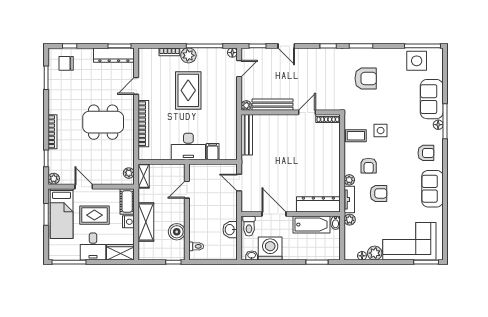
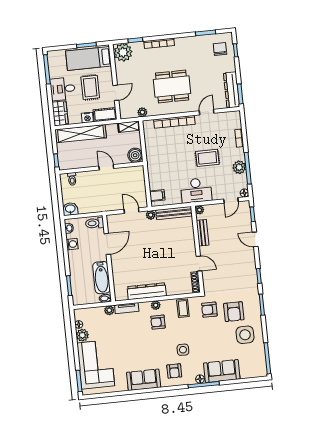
door: (286, 46) -> (255, 239), hinge flipped
plant: (188, 55) -> (239, 167), moved
side table: (417, 61) -> (245, 335), moved
door: (239, 69) -> (231, 200), hinge flipped
door: (136, 86) -> (207, 112), hinge flipped
rug: (188, 90) -> (207, 158), width x0.73, depth x0.70
bench: (273, 105) -> (203, 233), width x0.73
dining table: (103, 122) -> (172, 86), turned 90
side table: (381, 131) -> (183, 350), moved
desk: (188, 146) -> (196, 190), moved, turned -90
filing cabinet: (213, 152) -> (157, 196), moved
plant: (246, 161) -> (151, 215), added
plant: (129, 173) -> (142, 112), moved
plant: (54, 179) -> (123, 52), width x1.88, depth x1.88
plant: (349, 180) -> (156, 305), moved
door: (239, 183) -> (132, 211), hinge flipped
door: (84, 187) -> (116, 93), moved
door: (187, 190) -> (106, 167), moved
armchair: (378, 193) -> (209, 310), moved, turned 90
dresser: (318, 204) -> (147, 291), moved, turned -90
shelving: (146, 222) -> (81, 134), width x1.47
washbasin: (230, 230) -> (70, 209), moved
boiler: (177, 232) -> (135, 155), moved
washing machine: (270, 249) -> (72, 244), width x0.53, depth x0.53

